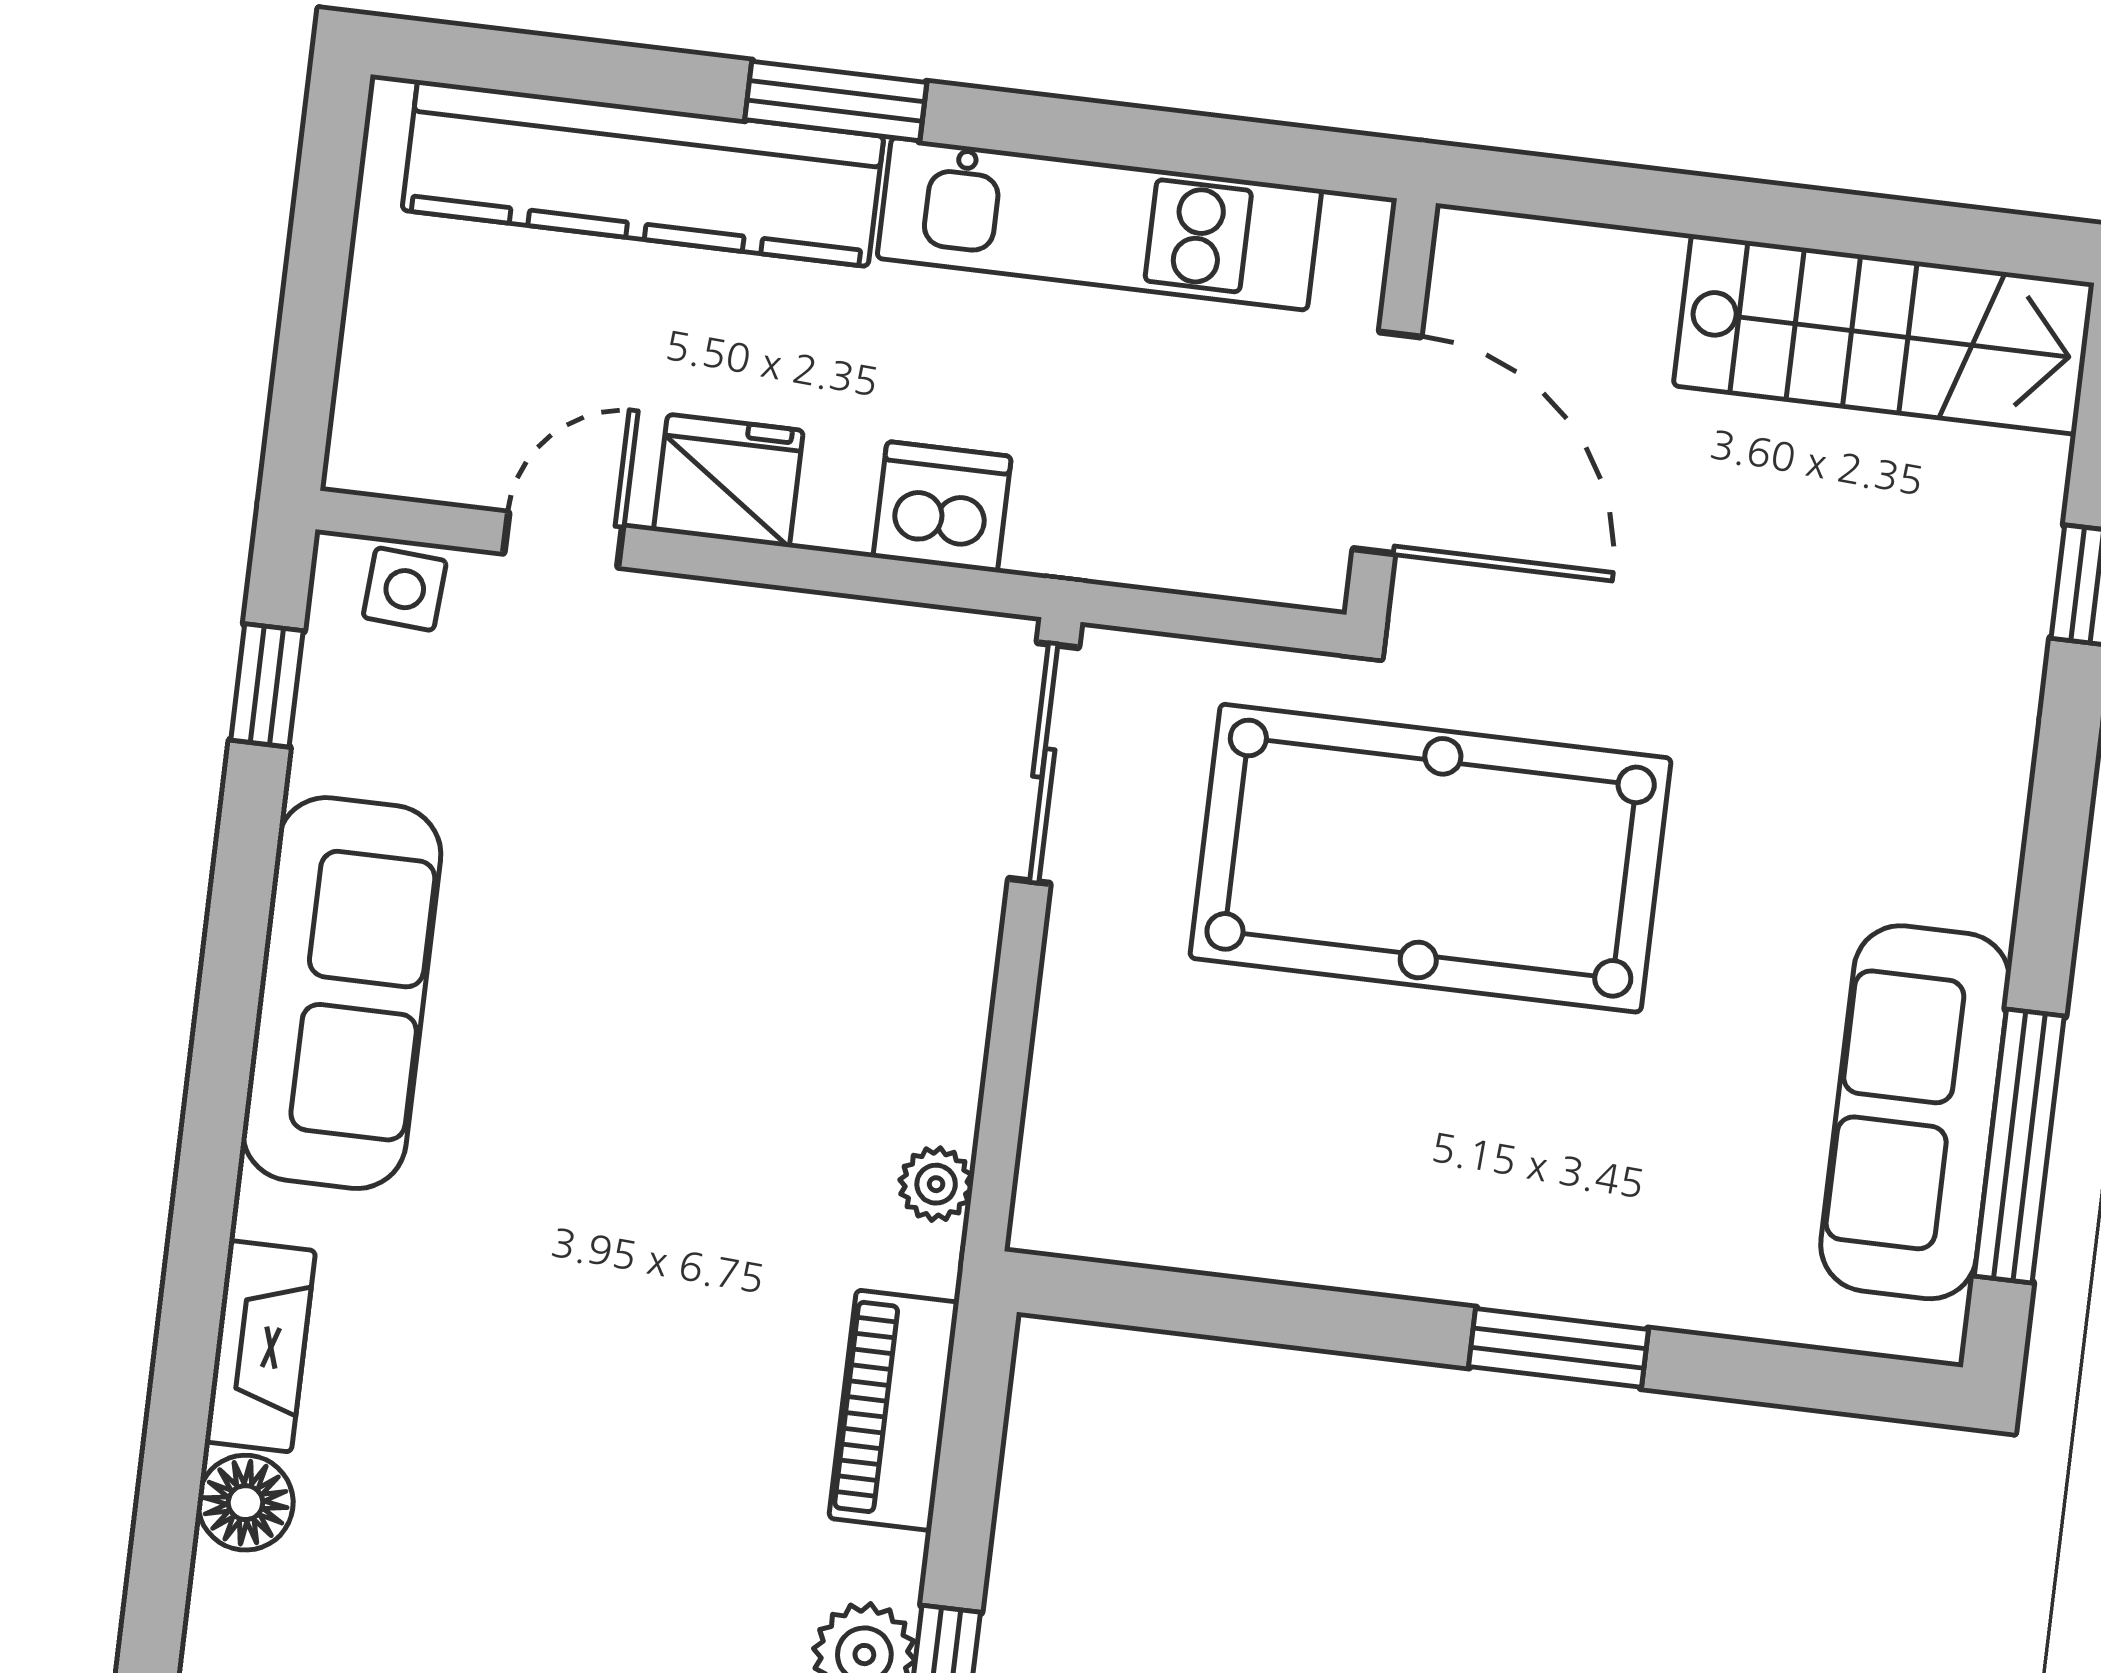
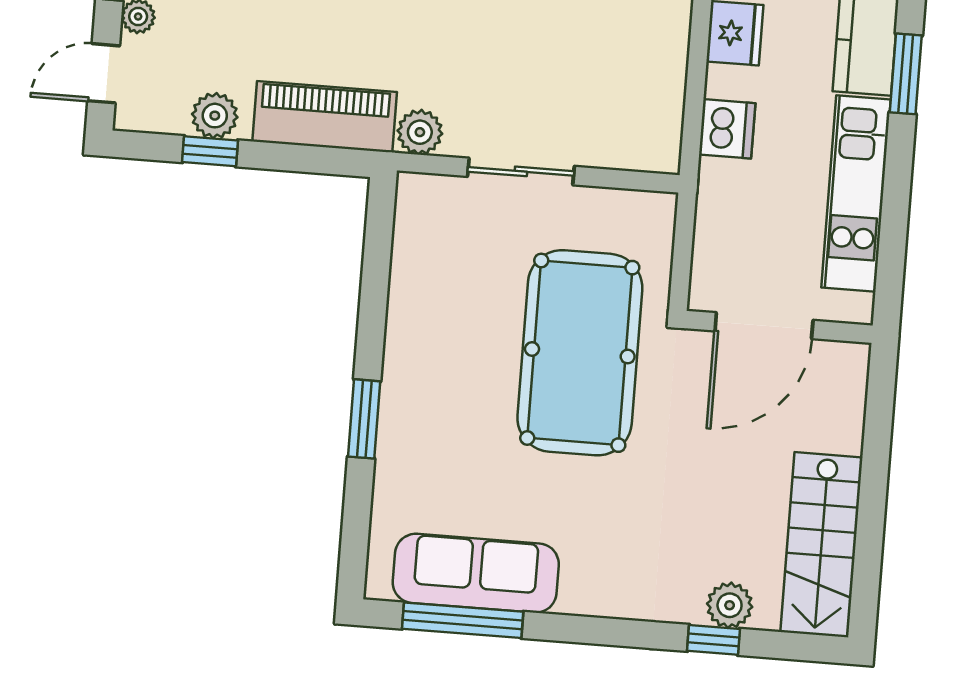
plant: (2011, 546) -> (730, 605), added
sliding door: (1044, 763) -> (521, 171), moved
plant: (936, 1184) -> (420, 132), width x1.38, depth x1.38
piano: (894, 1410) -> (325, 117), width x1.37, depth x1.33

